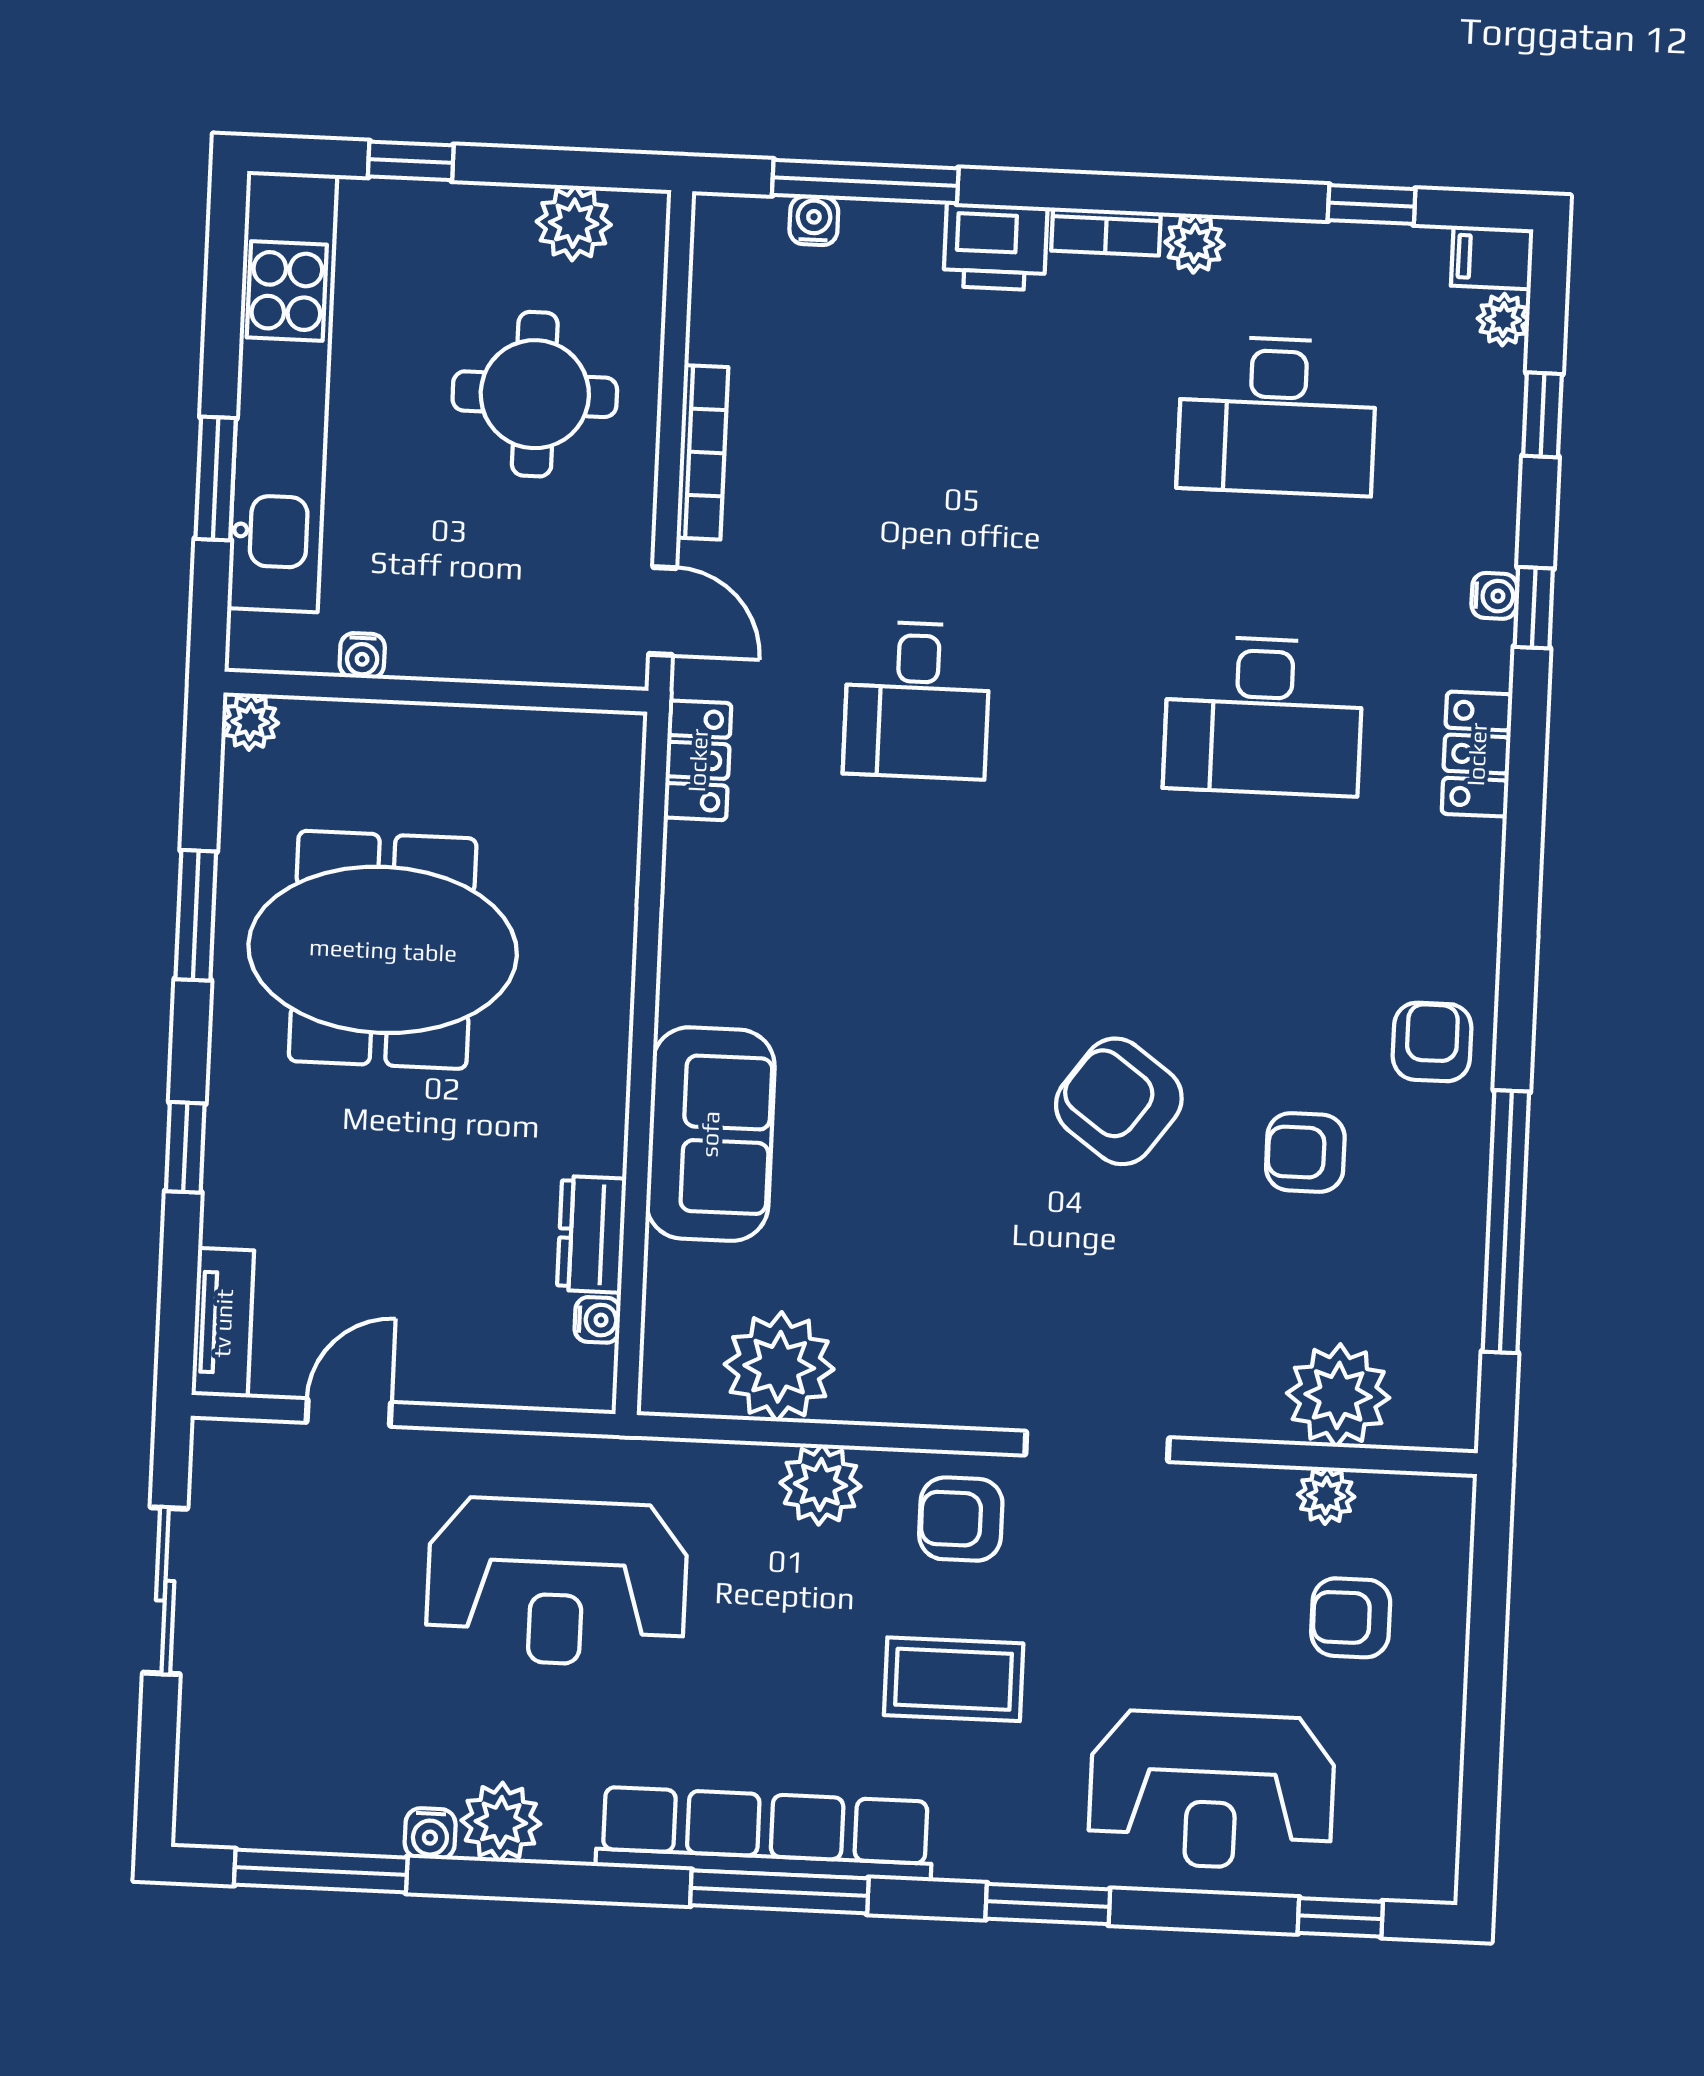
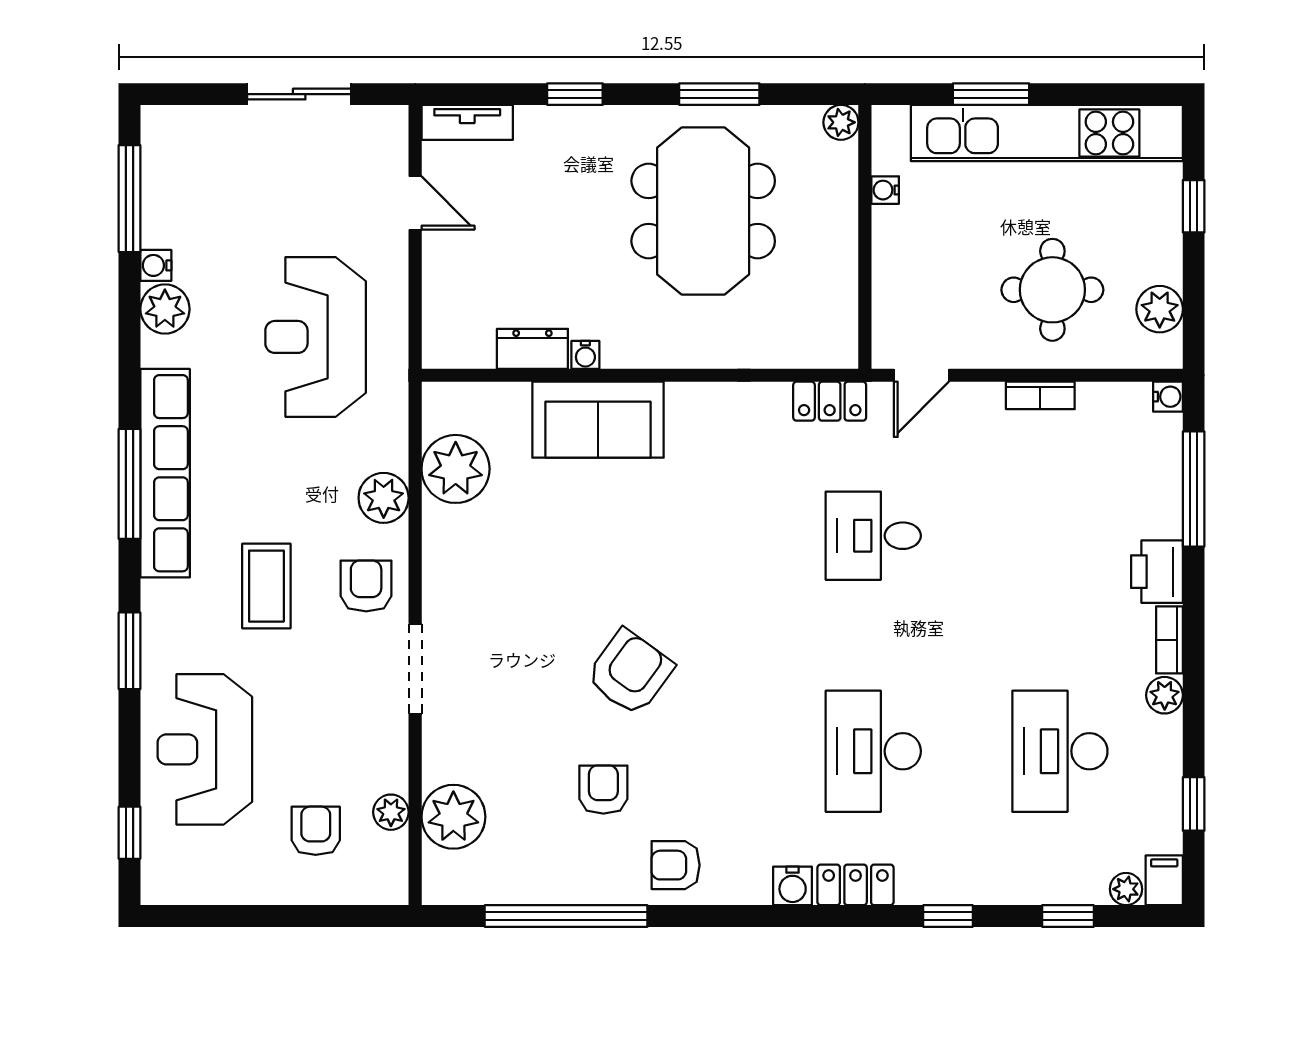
water cooler: (814, 221) -> (1168, 397), moved
bookcase: (702, 452) -> (1040, 395), width x0.64
water cooler: (1494, 596) -> (793, 886), moved, width x1.38, depth x1.38
armchair: (1432, 1042) -> (676, 865), turned 180
water cooler: (597, 1320) -> (585, 355), moved

